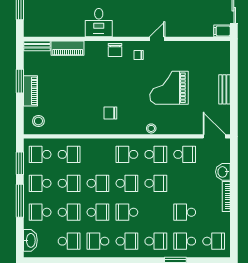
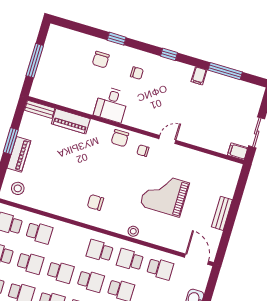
school desk: (156, 154) -> (130, 260), turned 180

